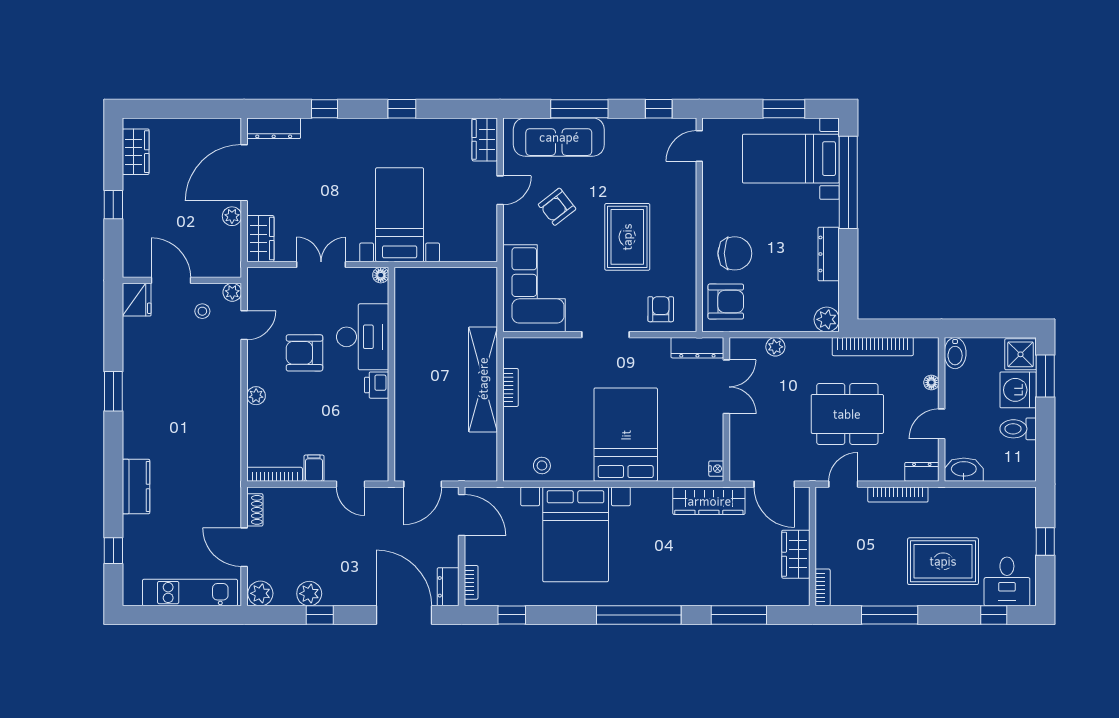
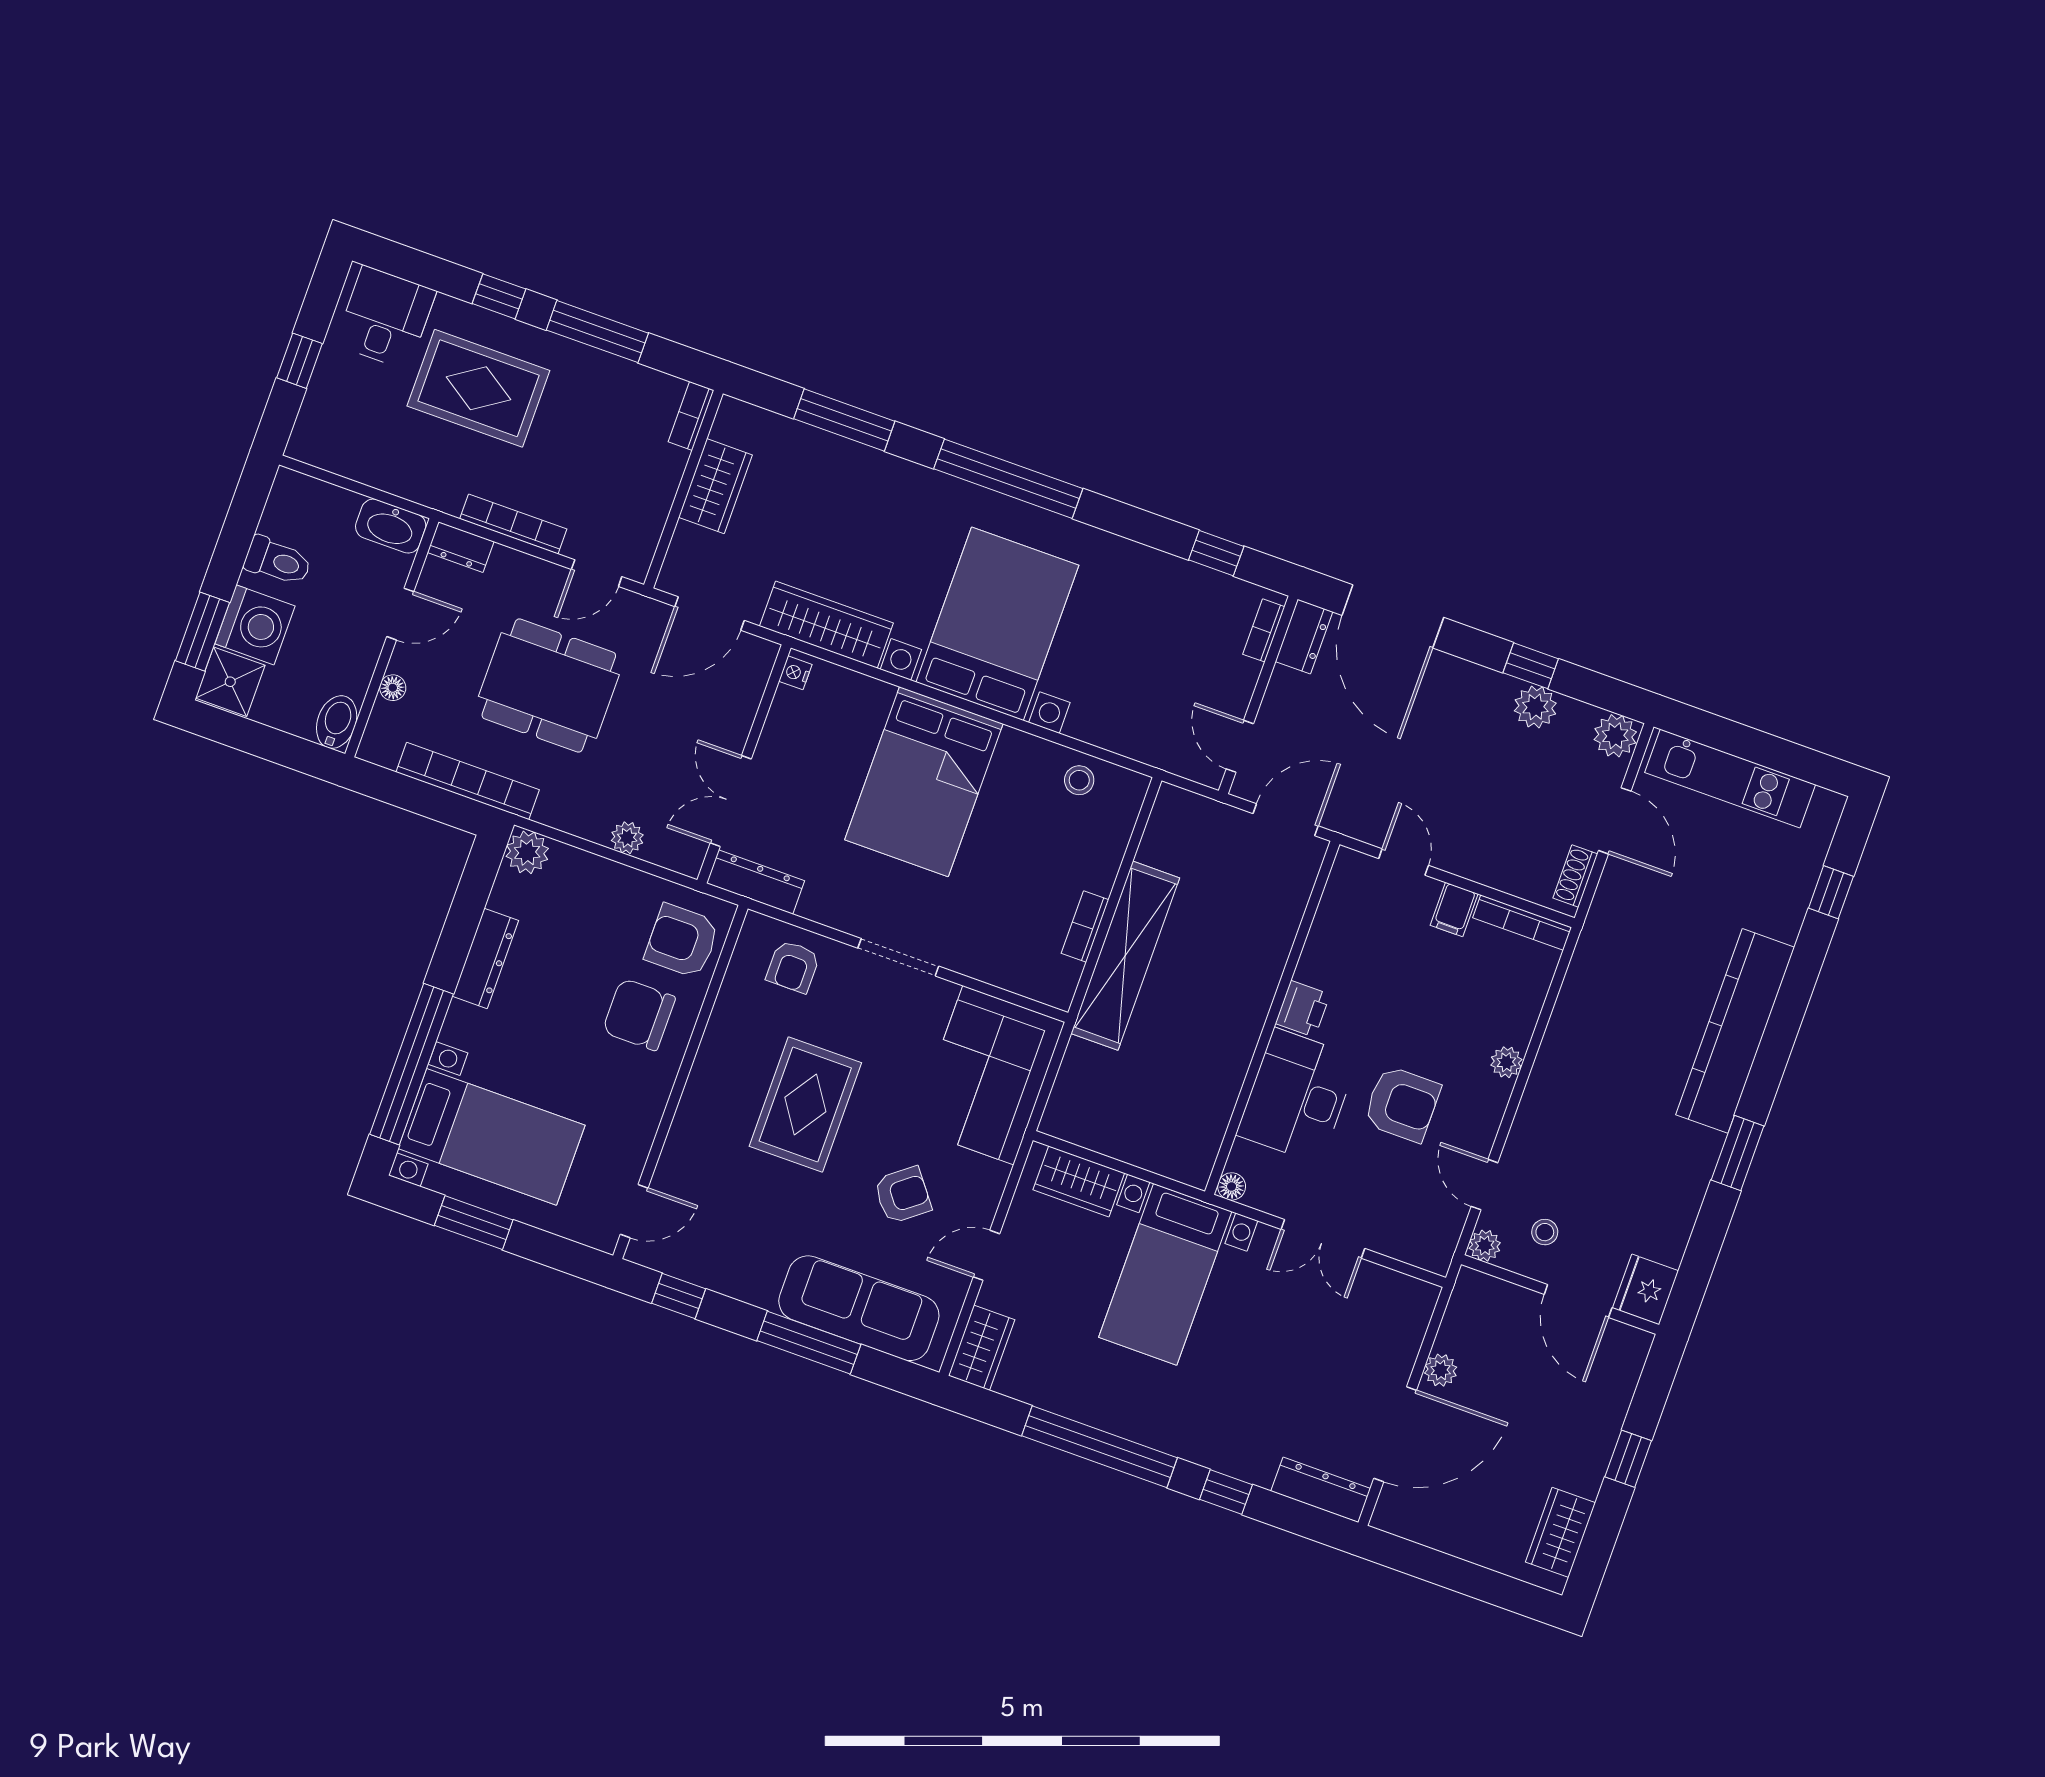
window: (402, 109) -> (1099, 1447), width x3.17
wardrobe: (260, 239) -> (1079, 1181), moved, turned -90
door: (244, 325) -> (1484, 1185), hinge flipped
door: (774, 484) -> (710, 613), swing flipped
kitchen counter: (136, 487) -> (1735, 1031), width x2.08, depth x1.17
door: (462, 515) -> (1240, 746), width x0.73
bed with nightstands: (576, 534) -> (997, 624), moved
window: (994, 615) -> (499, 296), moved

